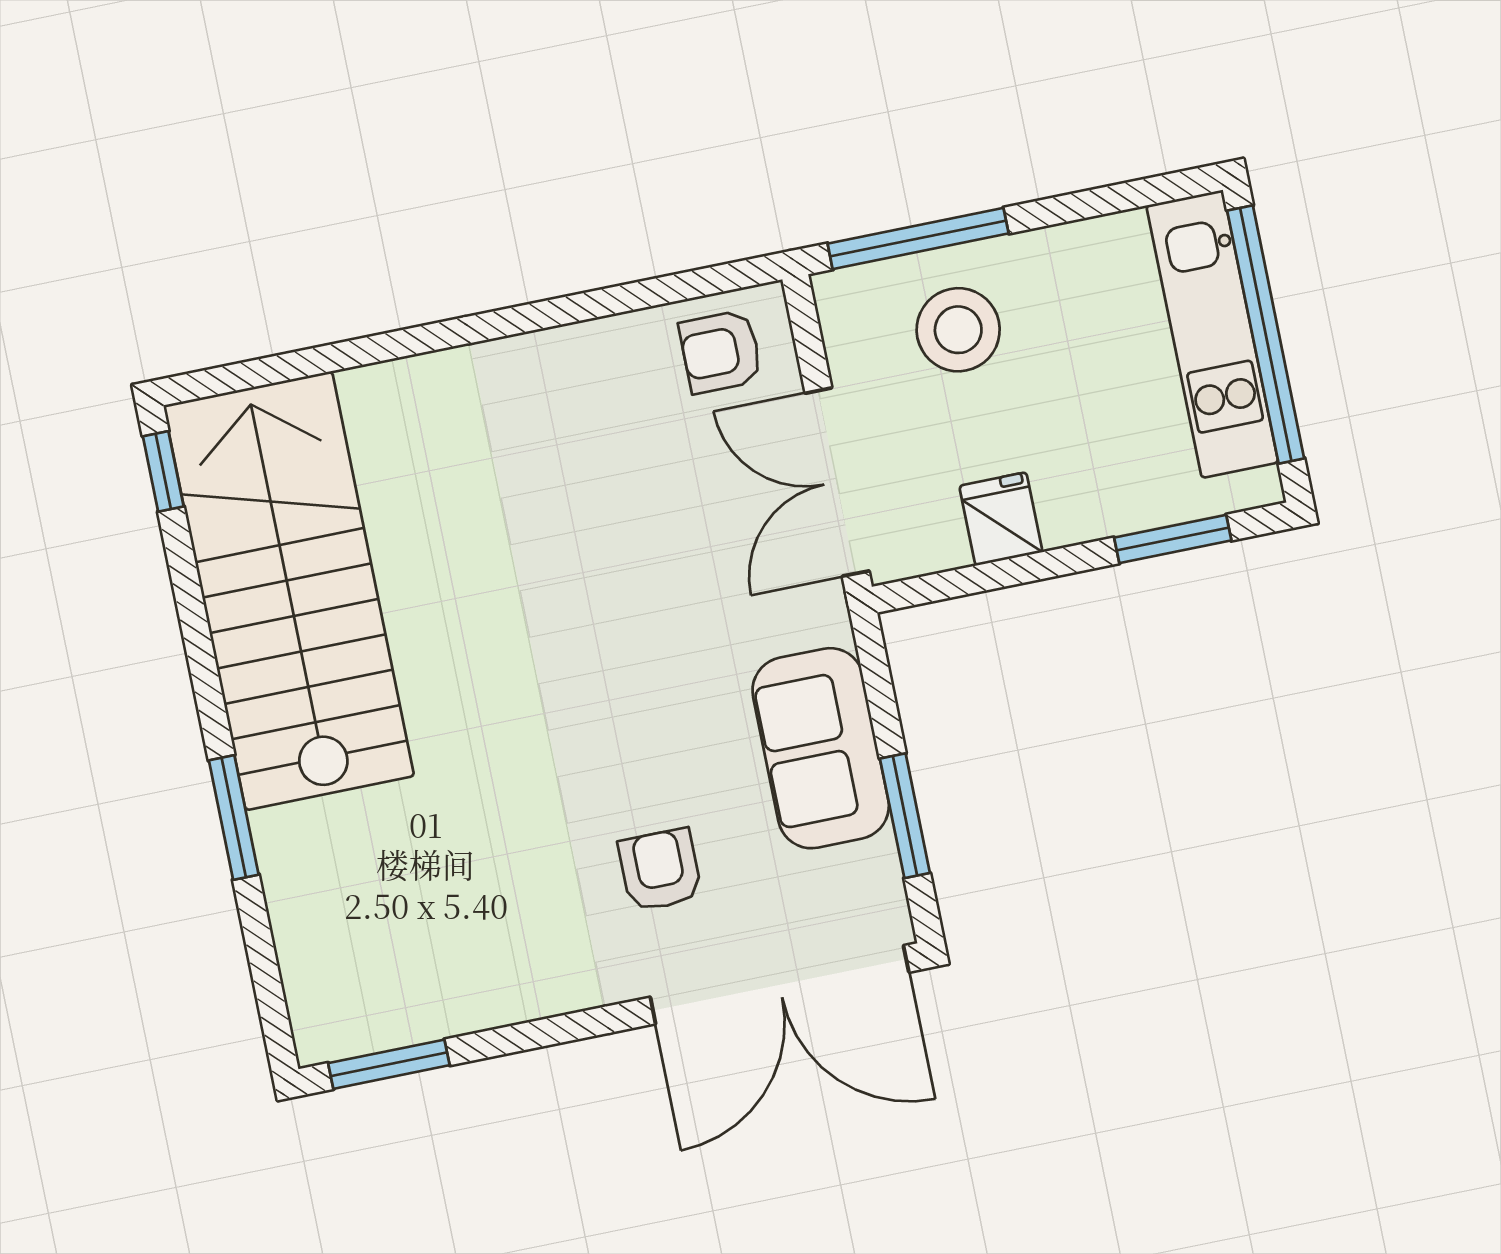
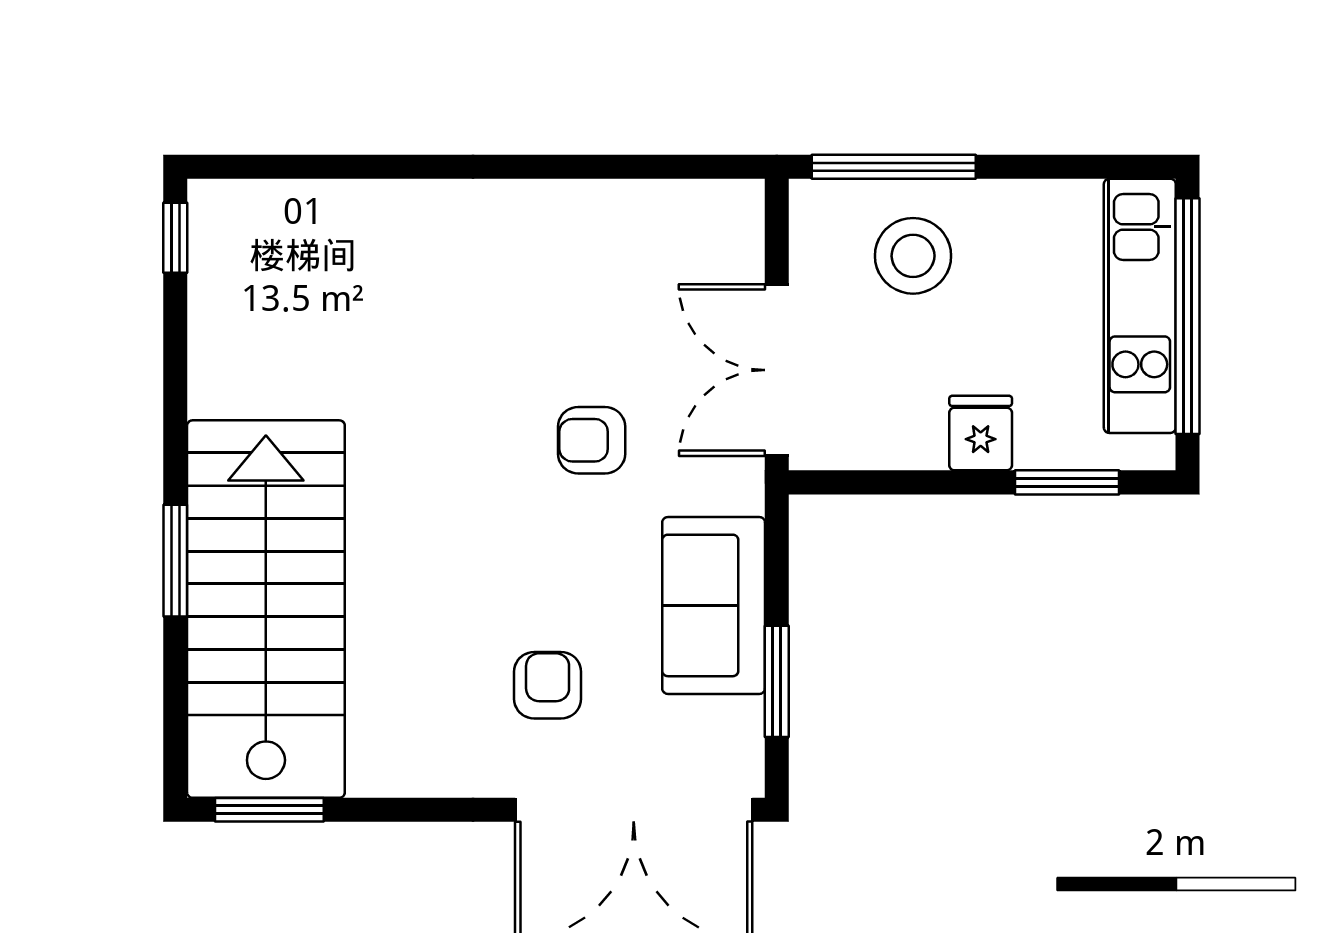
armchair: (721, 352) -> (592, 440), moved
fridge: (1001, 519) -> (981, 433), moved
stairs: (289, 591) -> (266, 609), moved

